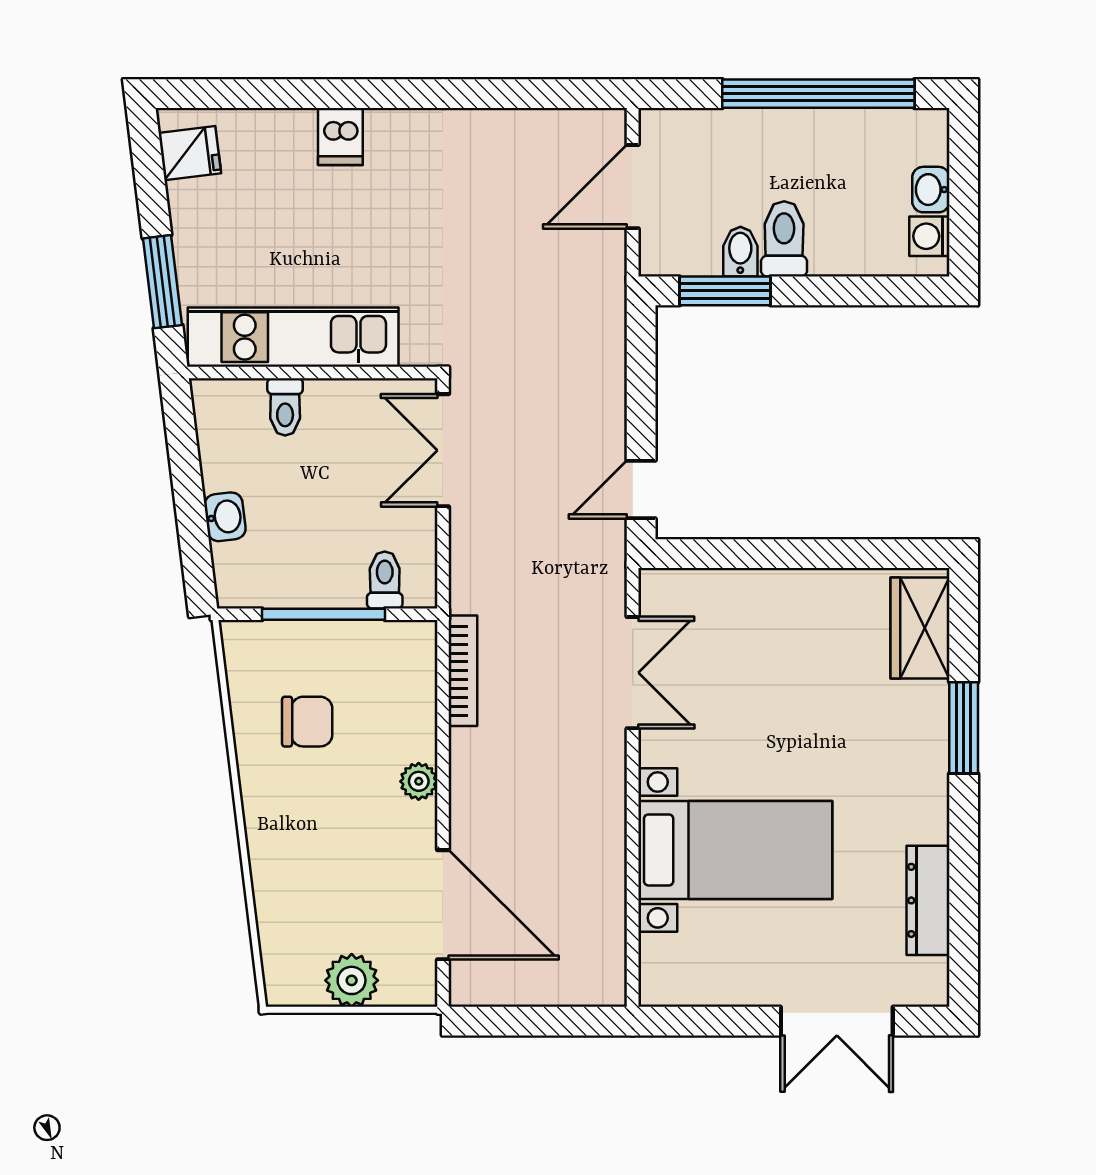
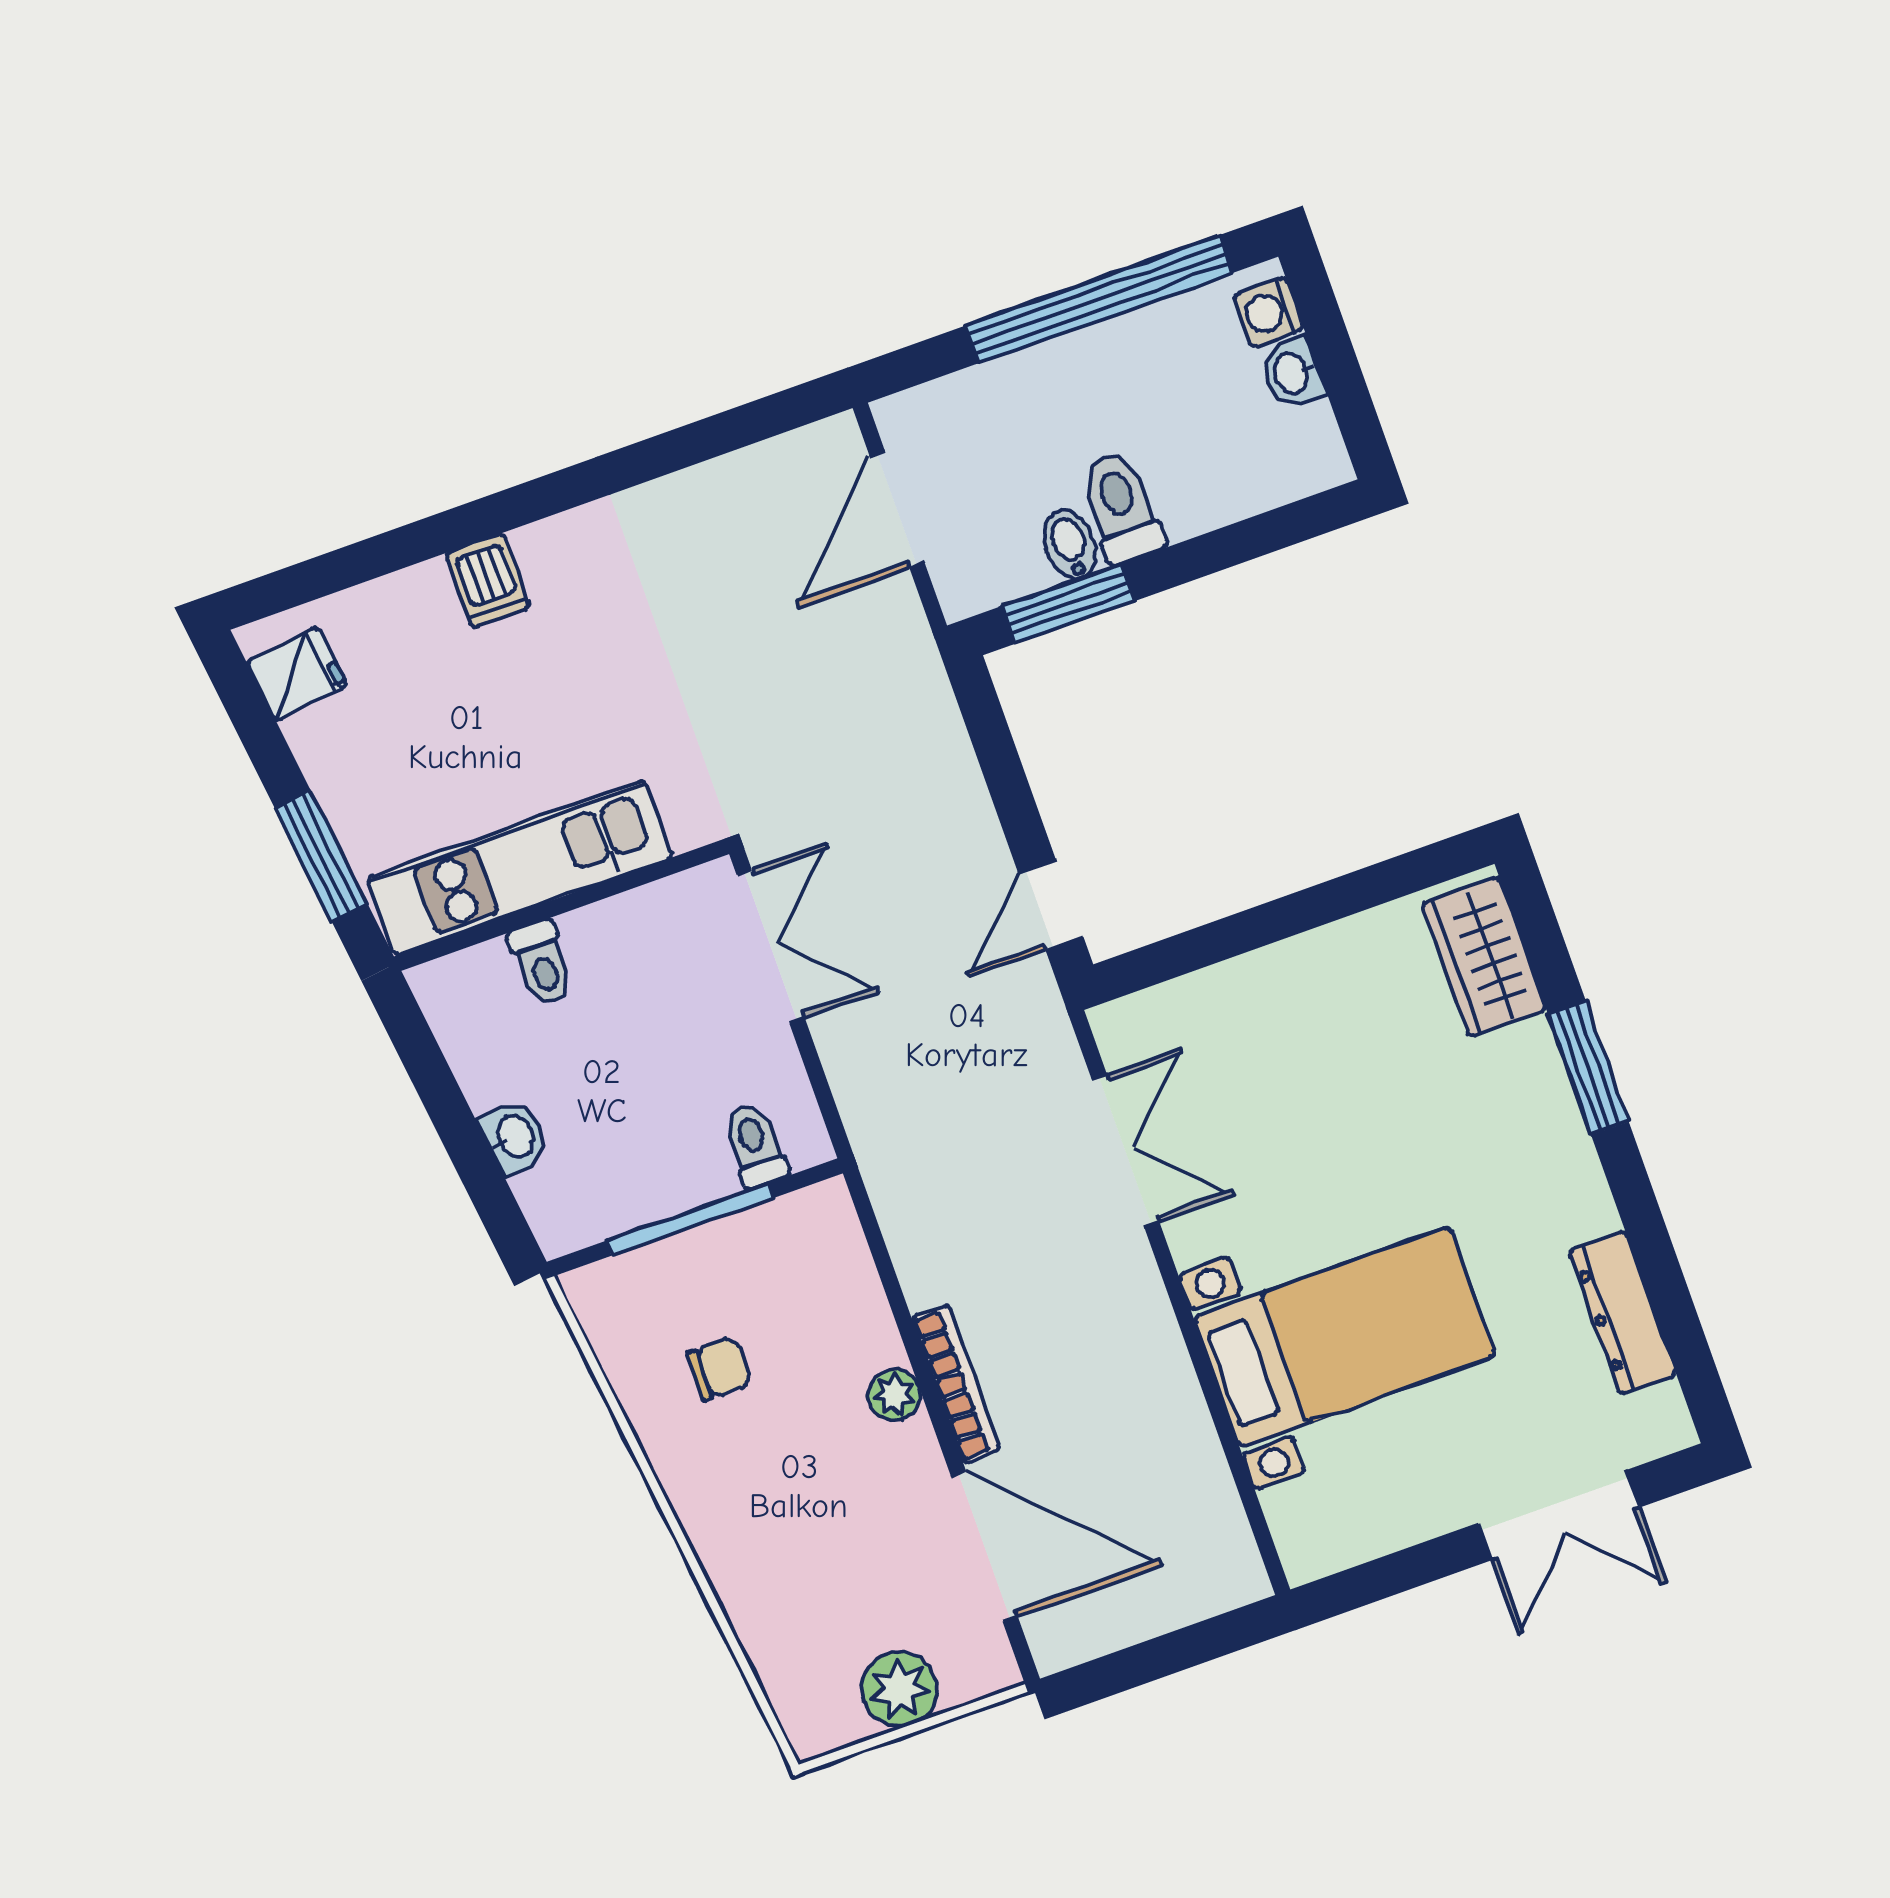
washing machine: (929, 236) -> (1268, 312), moved
double door: (443, 450) -> (771, 947), swing flipped
bookcase: (463, 671) -> (956, 1384), moved
chair: (307, 722) -> (719, 1369), width x0.73, depth x0.73

